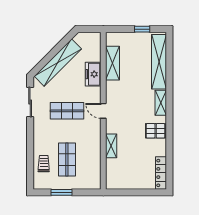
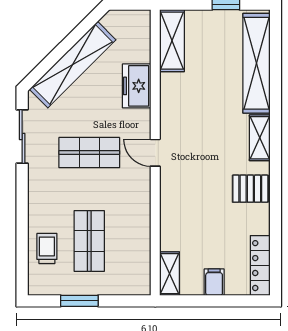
shelving: (113, 63) -> (172, 41), moved
shelving: (111, 146) -> (169, 274), moved
filing cabinet: (136, 182) -> (214, 282), added

